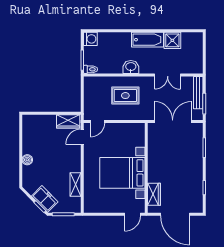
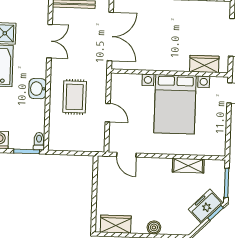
wardrobe: (68, 121) -> (116, 224), moved, turned -90
door: (97, 121) -> (108, 113), moved
double door: (173, 121) -> (110, 36), swing flipped

